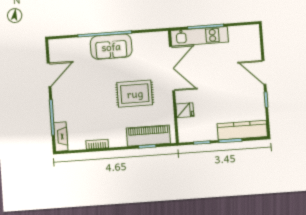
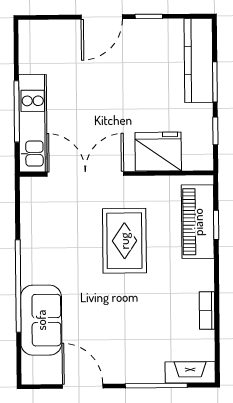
sofa: (111, 47) -> (41, 320), moved
fridge: (185, 110) -> (158, 152), width x1.88, depth x1.34

